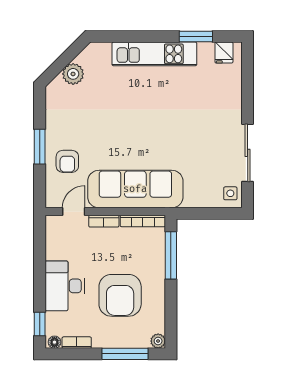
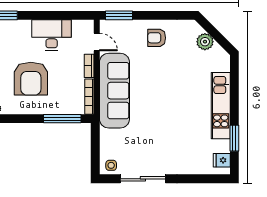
window: (40, 147) -> (119, 15), moved
armchair: (67, 161) -> (157, 38), moved
desk: (65, 286) -> (52, 35), moved
armchair: (120, 295) -> (31, 79), turned -90

